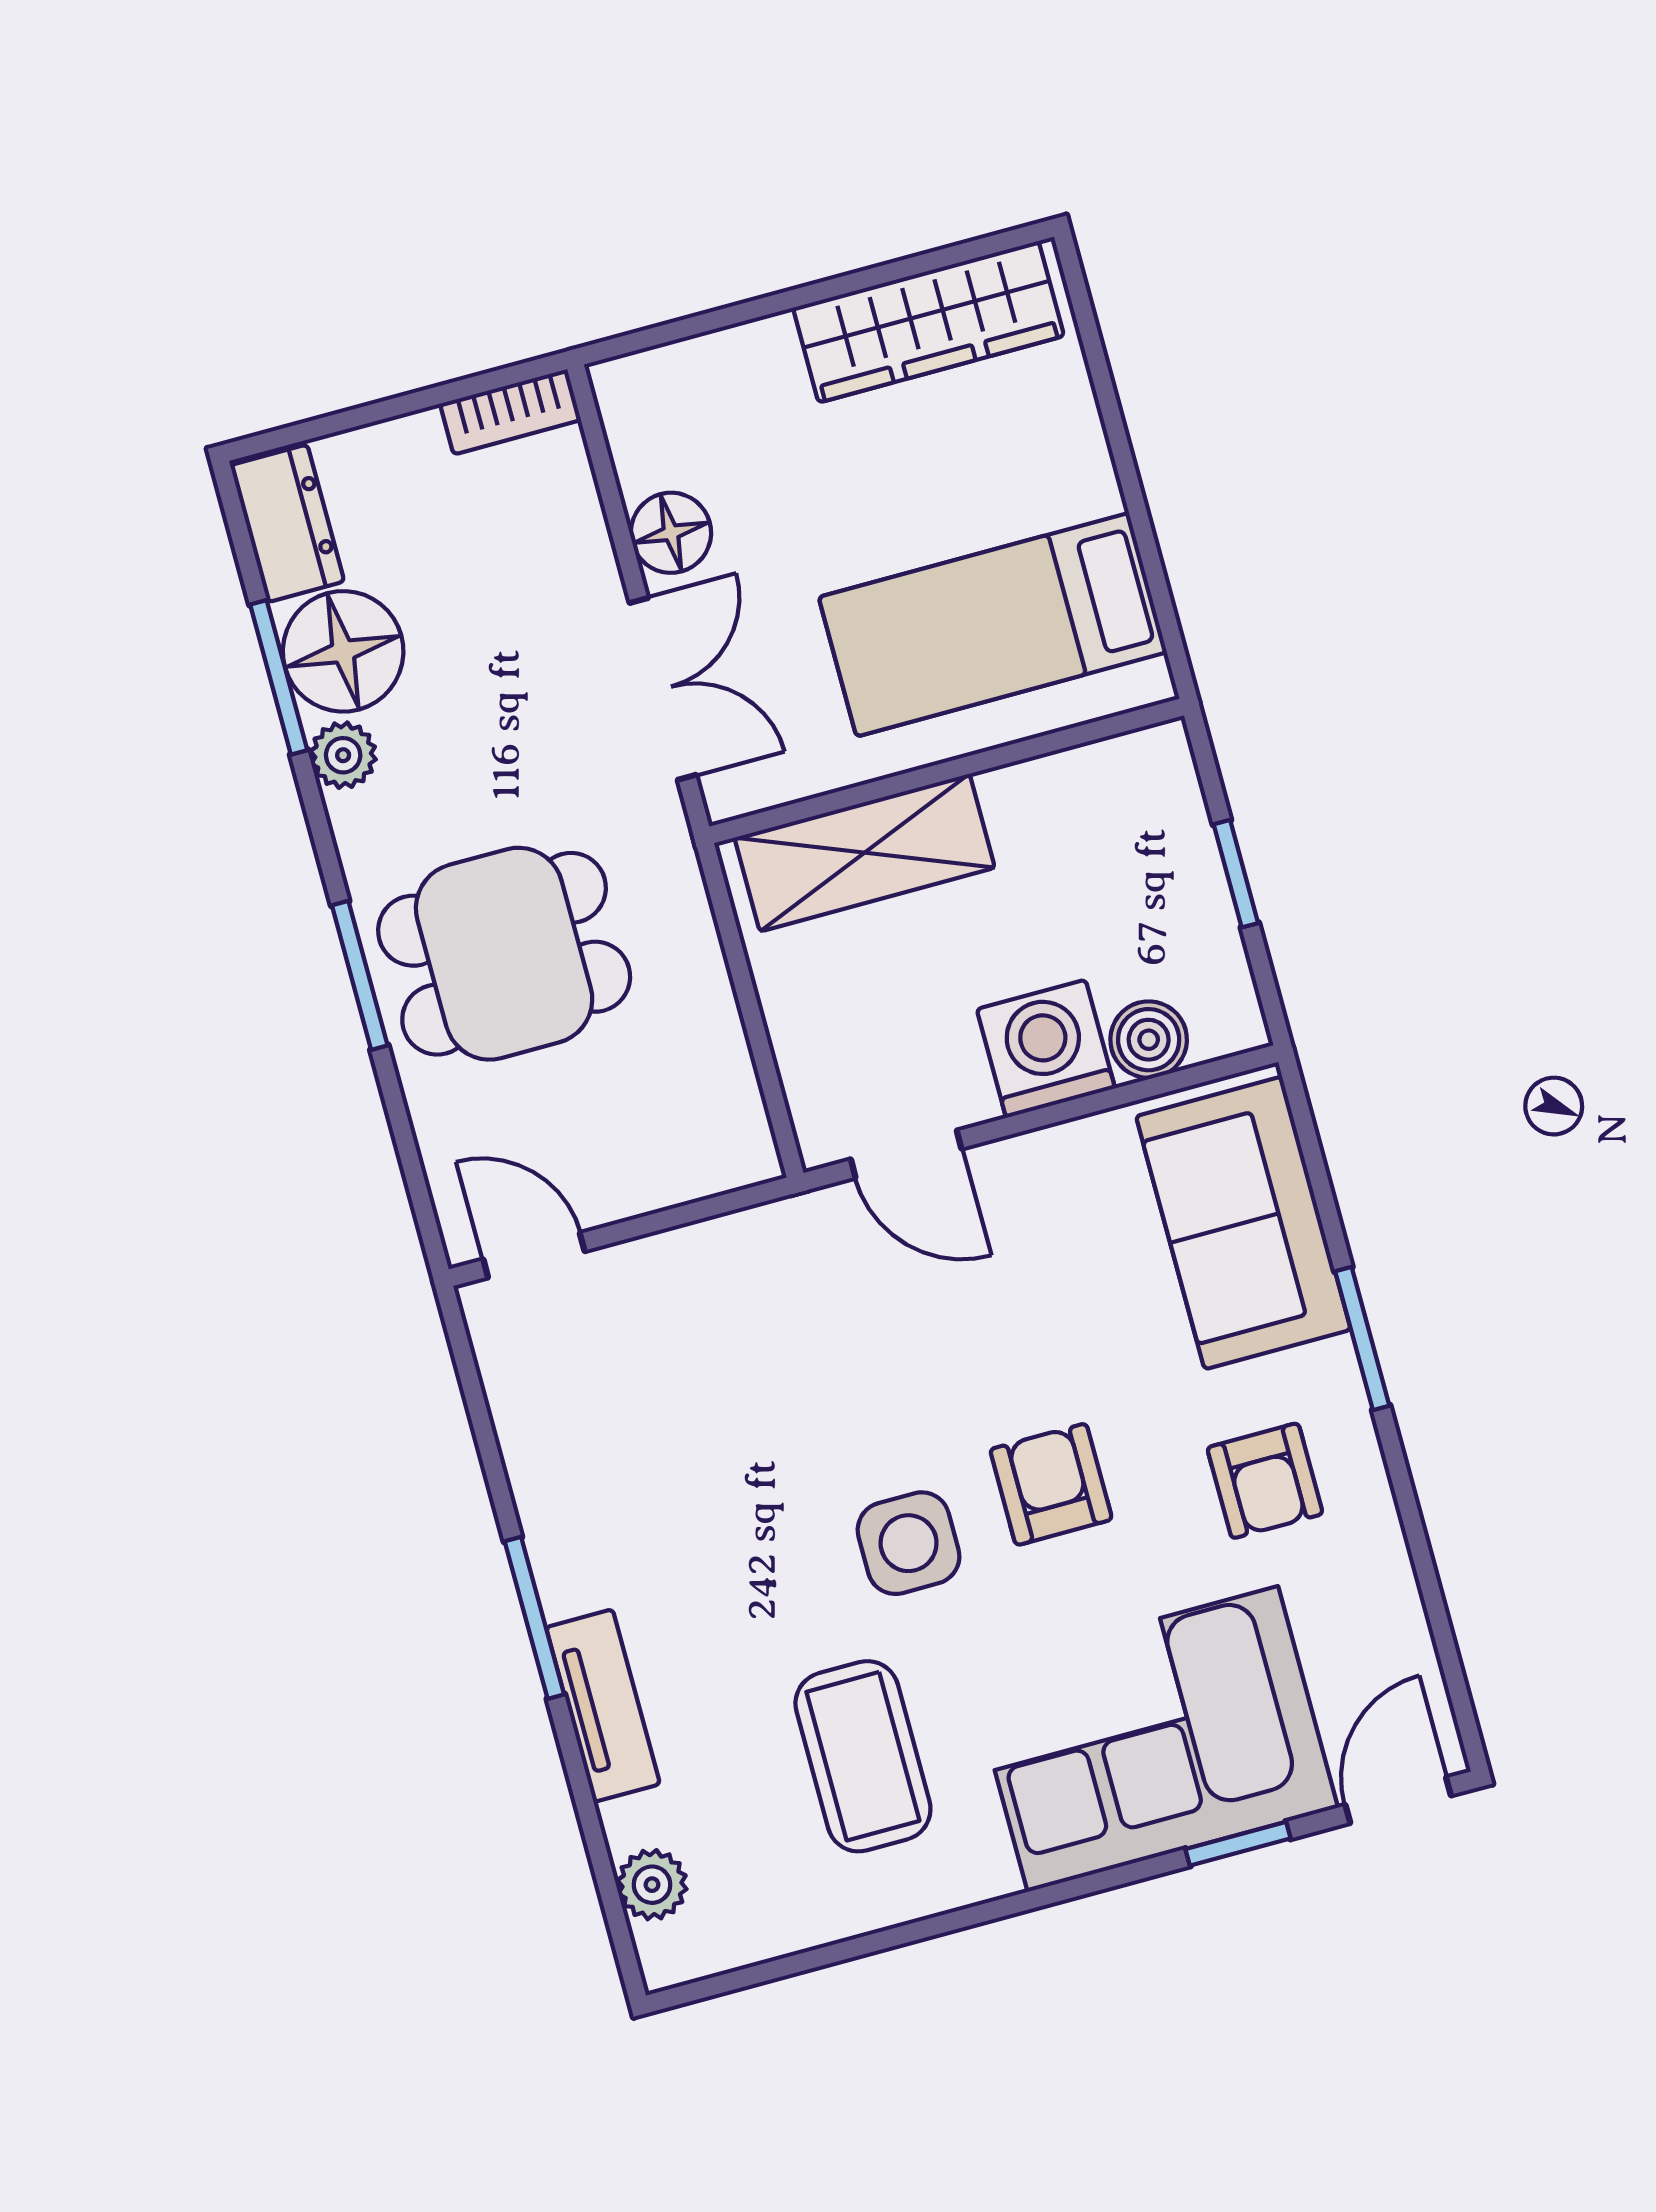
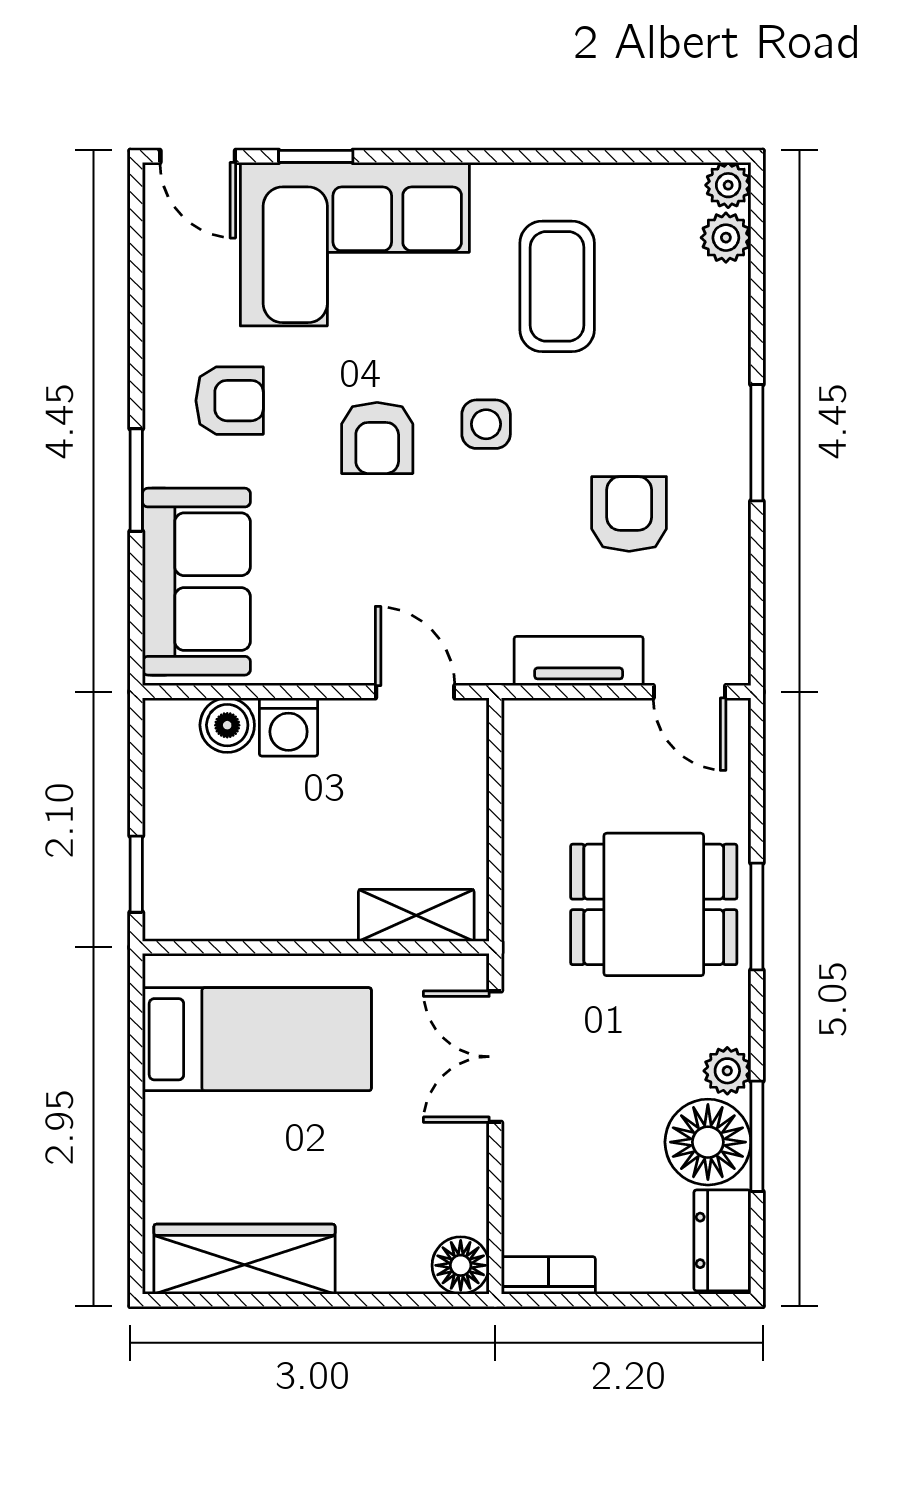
floor lamp: (671, 533) -> (461, 1265), moved
shelving: (865, 853) -> (416, 915), width x0.67, depth x0.75
window: (1236, 874) -> (136, 874), moved
washing machine: (1046, 1049) -> (289, 727), width x0.73, depth x0.73
armchair: (681, 1474) -> (629, 514), added
armchair: (1265, 1481) -> (230, 401), turned 90
side table: (909, 1543) -> (486, 424), width x0.73, depth x0.73
tv unit: (603, 1706) -> (579, 661), moved, turned 90
door: (1398, 1800) -> (198, 156), hinge flipped
plant: (668, 1957) -> (728, 185), added

